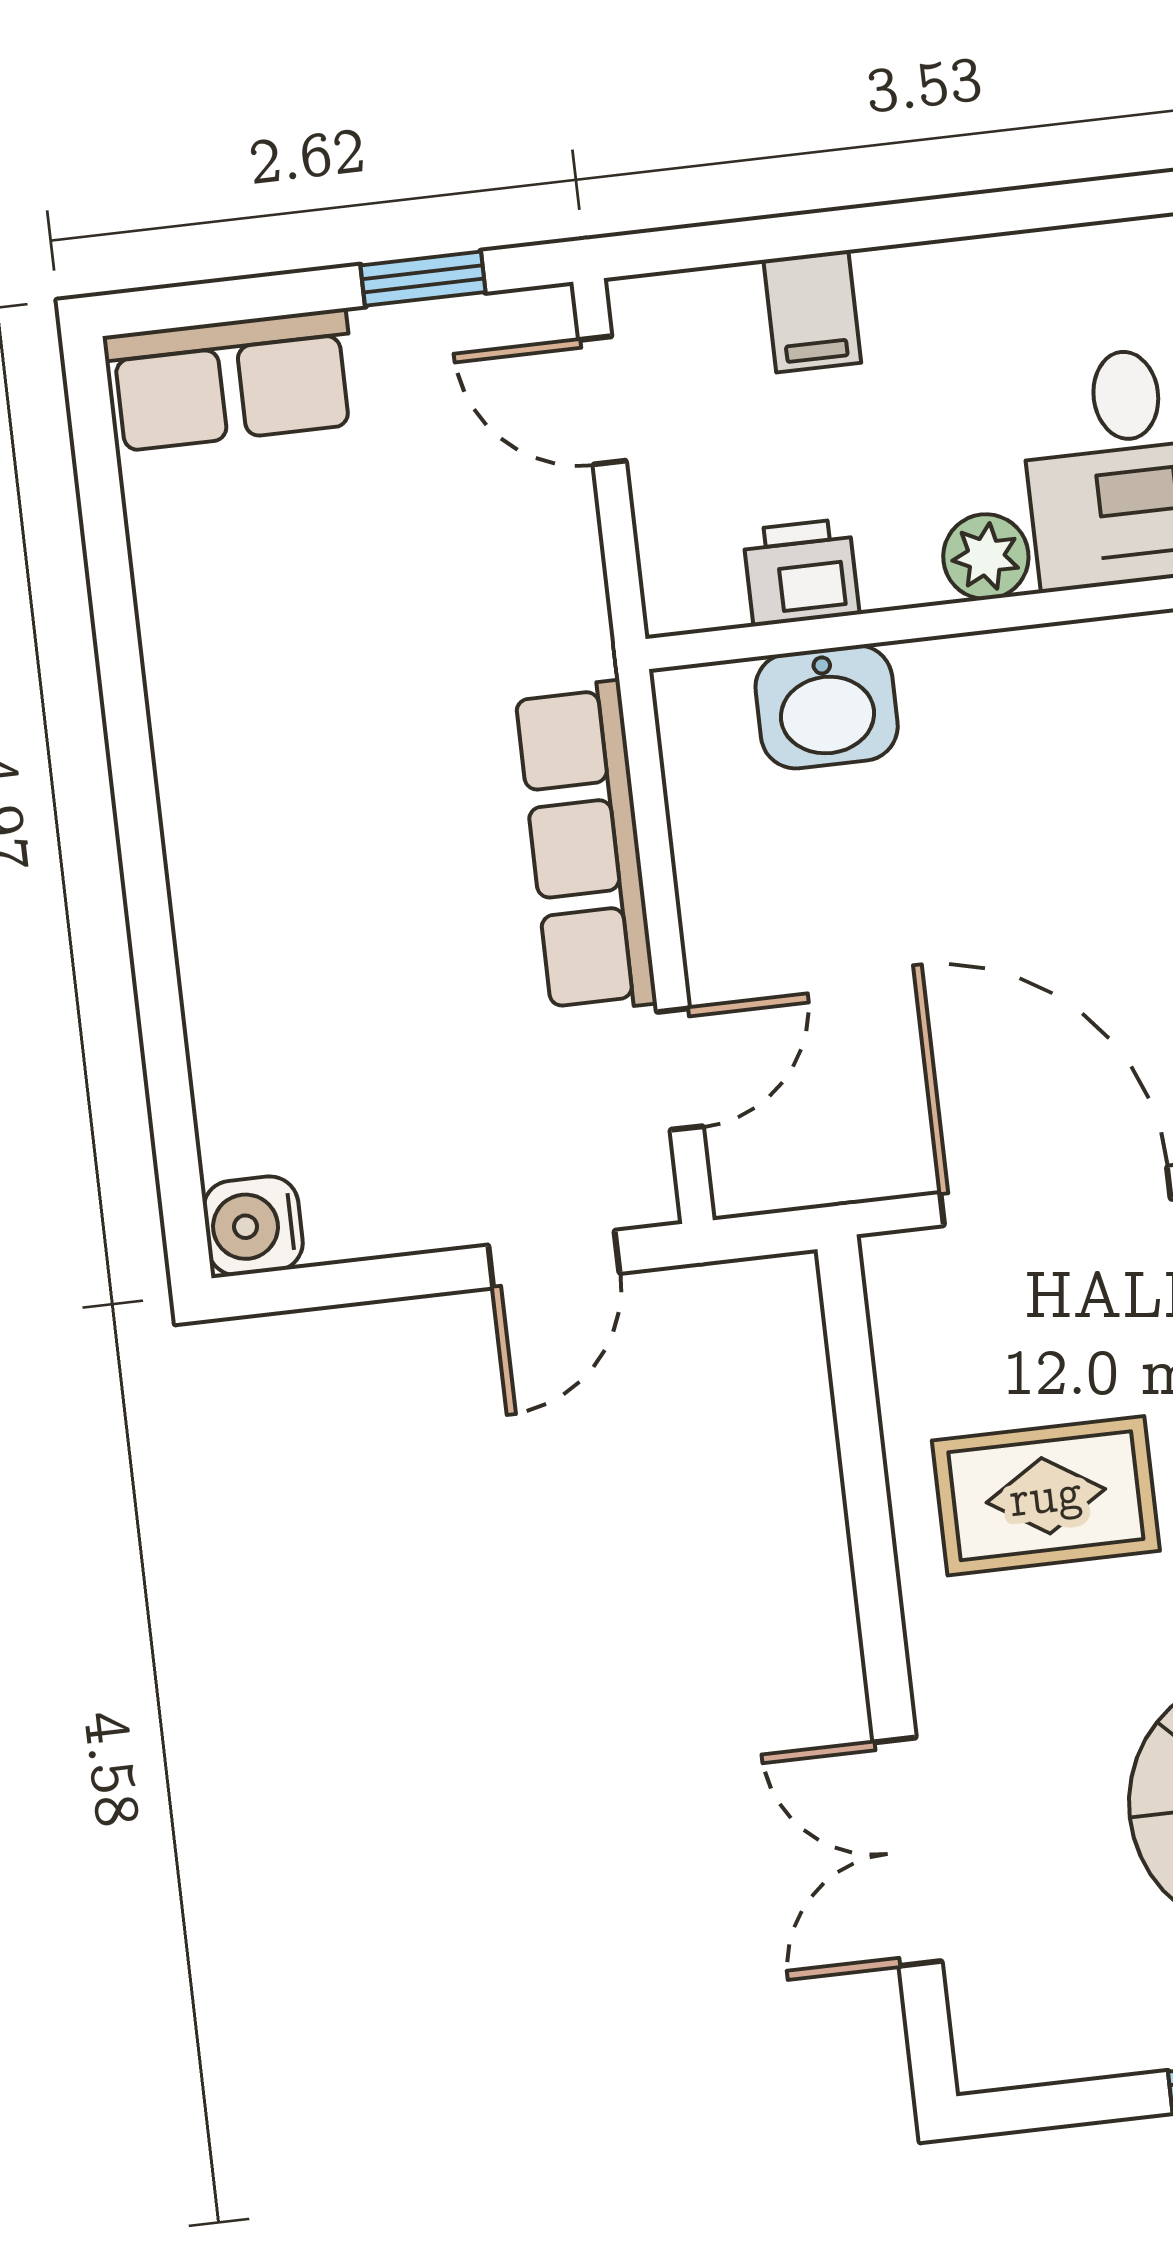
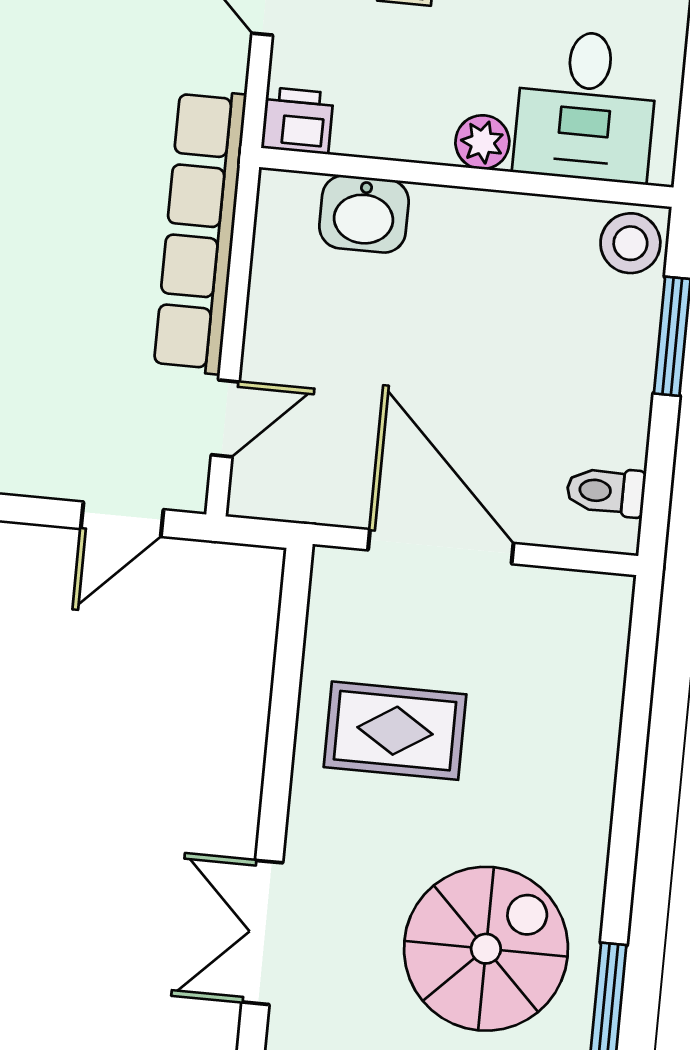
printer: (801, 572) -> (297, 121), moved
row of seats: (586, 848) -> (200, 231), width x1.36

